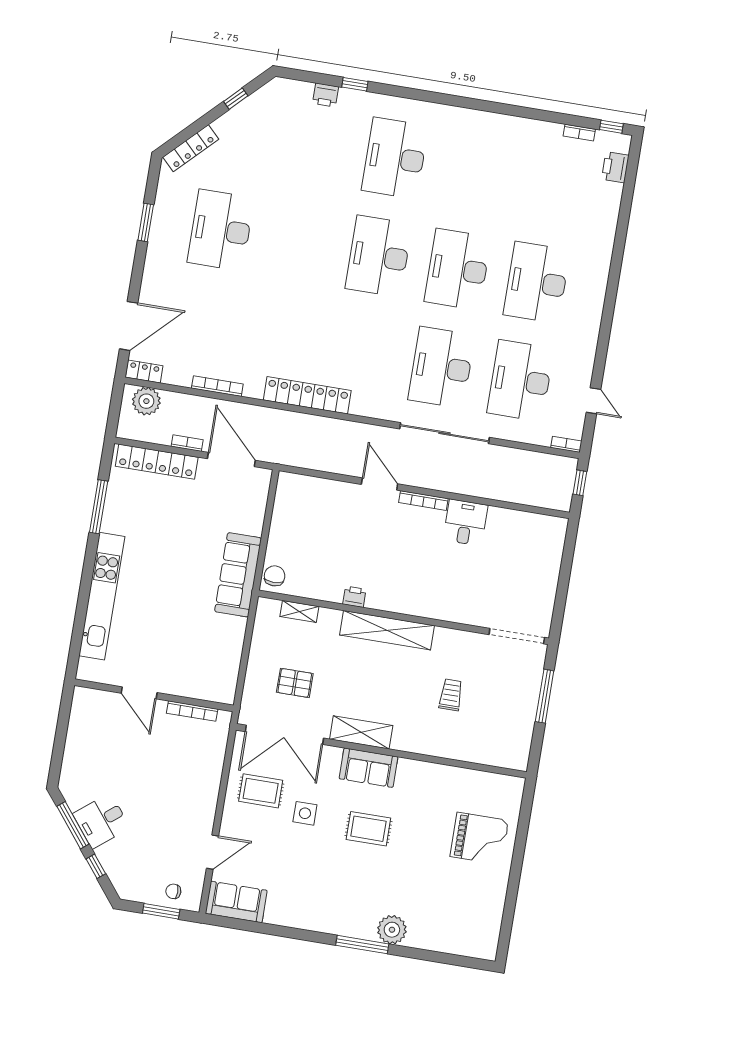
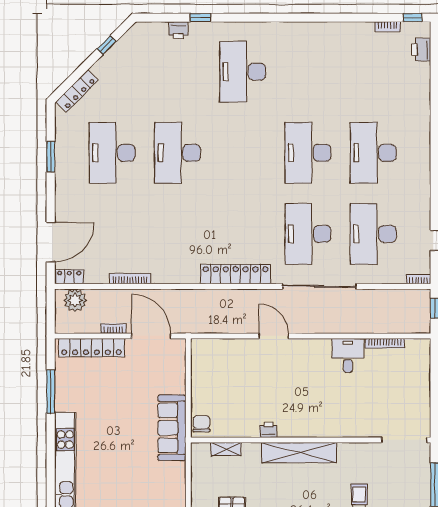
desk: (379, 256) -> (177, 153), moved
locker: (307, 395) -> (236, 274), moved
bookcase: (423, 501) -> (385, 343), moved

